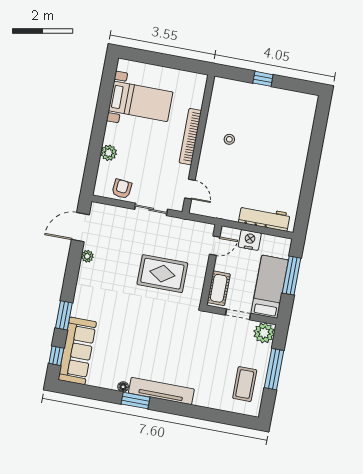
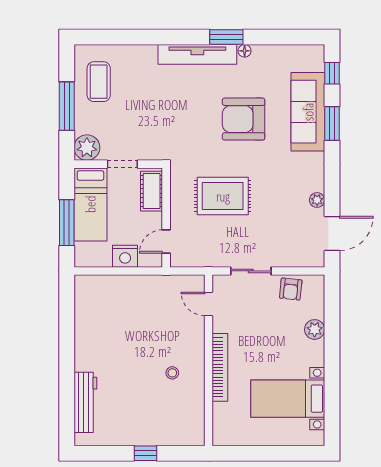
workbench: (264, 218) -> (85, 402), moved, turned -90
armchair: (134, 332) -> (244, 119), added
sofa: (77, 351) -> (308, 112), moved

